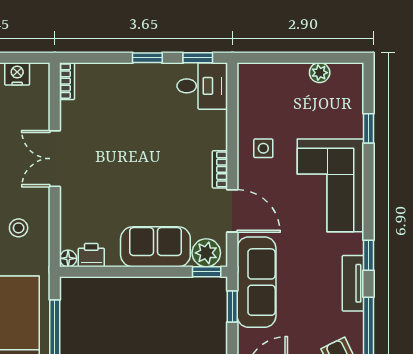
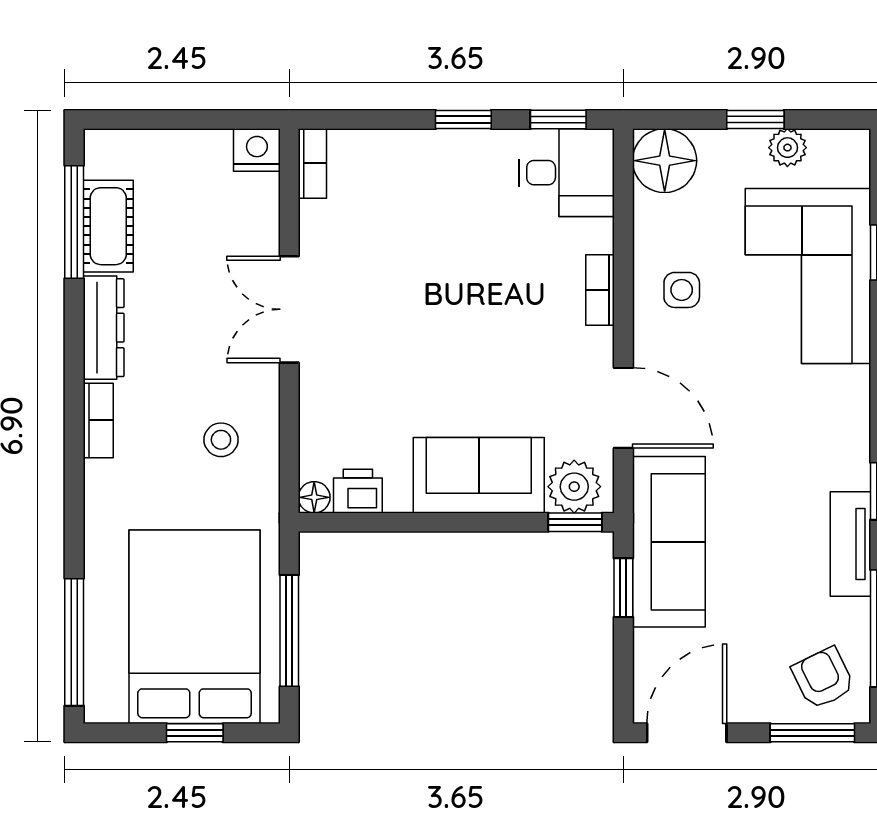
window: (303, 58) -> (755, 119), added
nightstand: (17, 74) -> (257, 150), moved
floor lamp: (254, 80) -> (665, 161), added
bookcase: (220, 169) -> (600, 290), moved
corner sofa: (330, 185) -> (808, 276), moved

